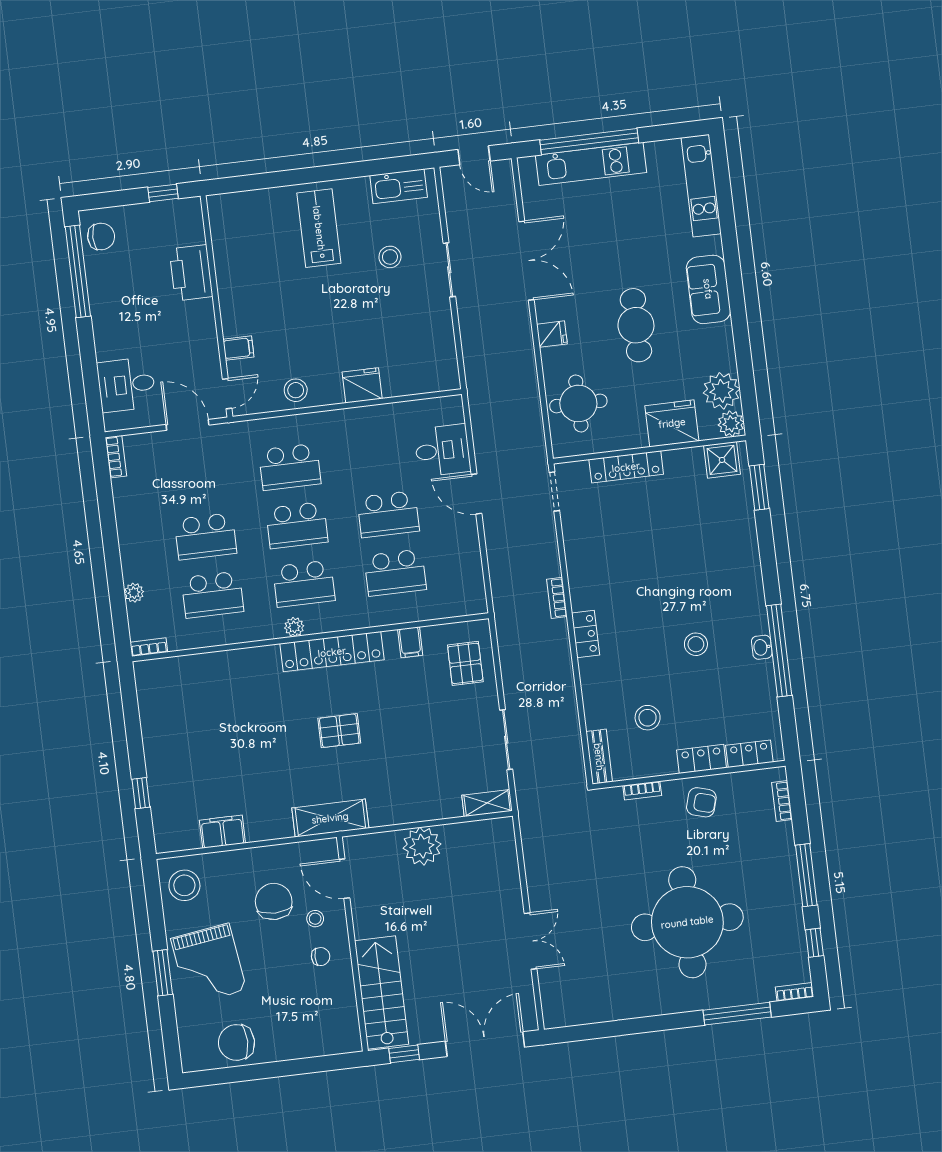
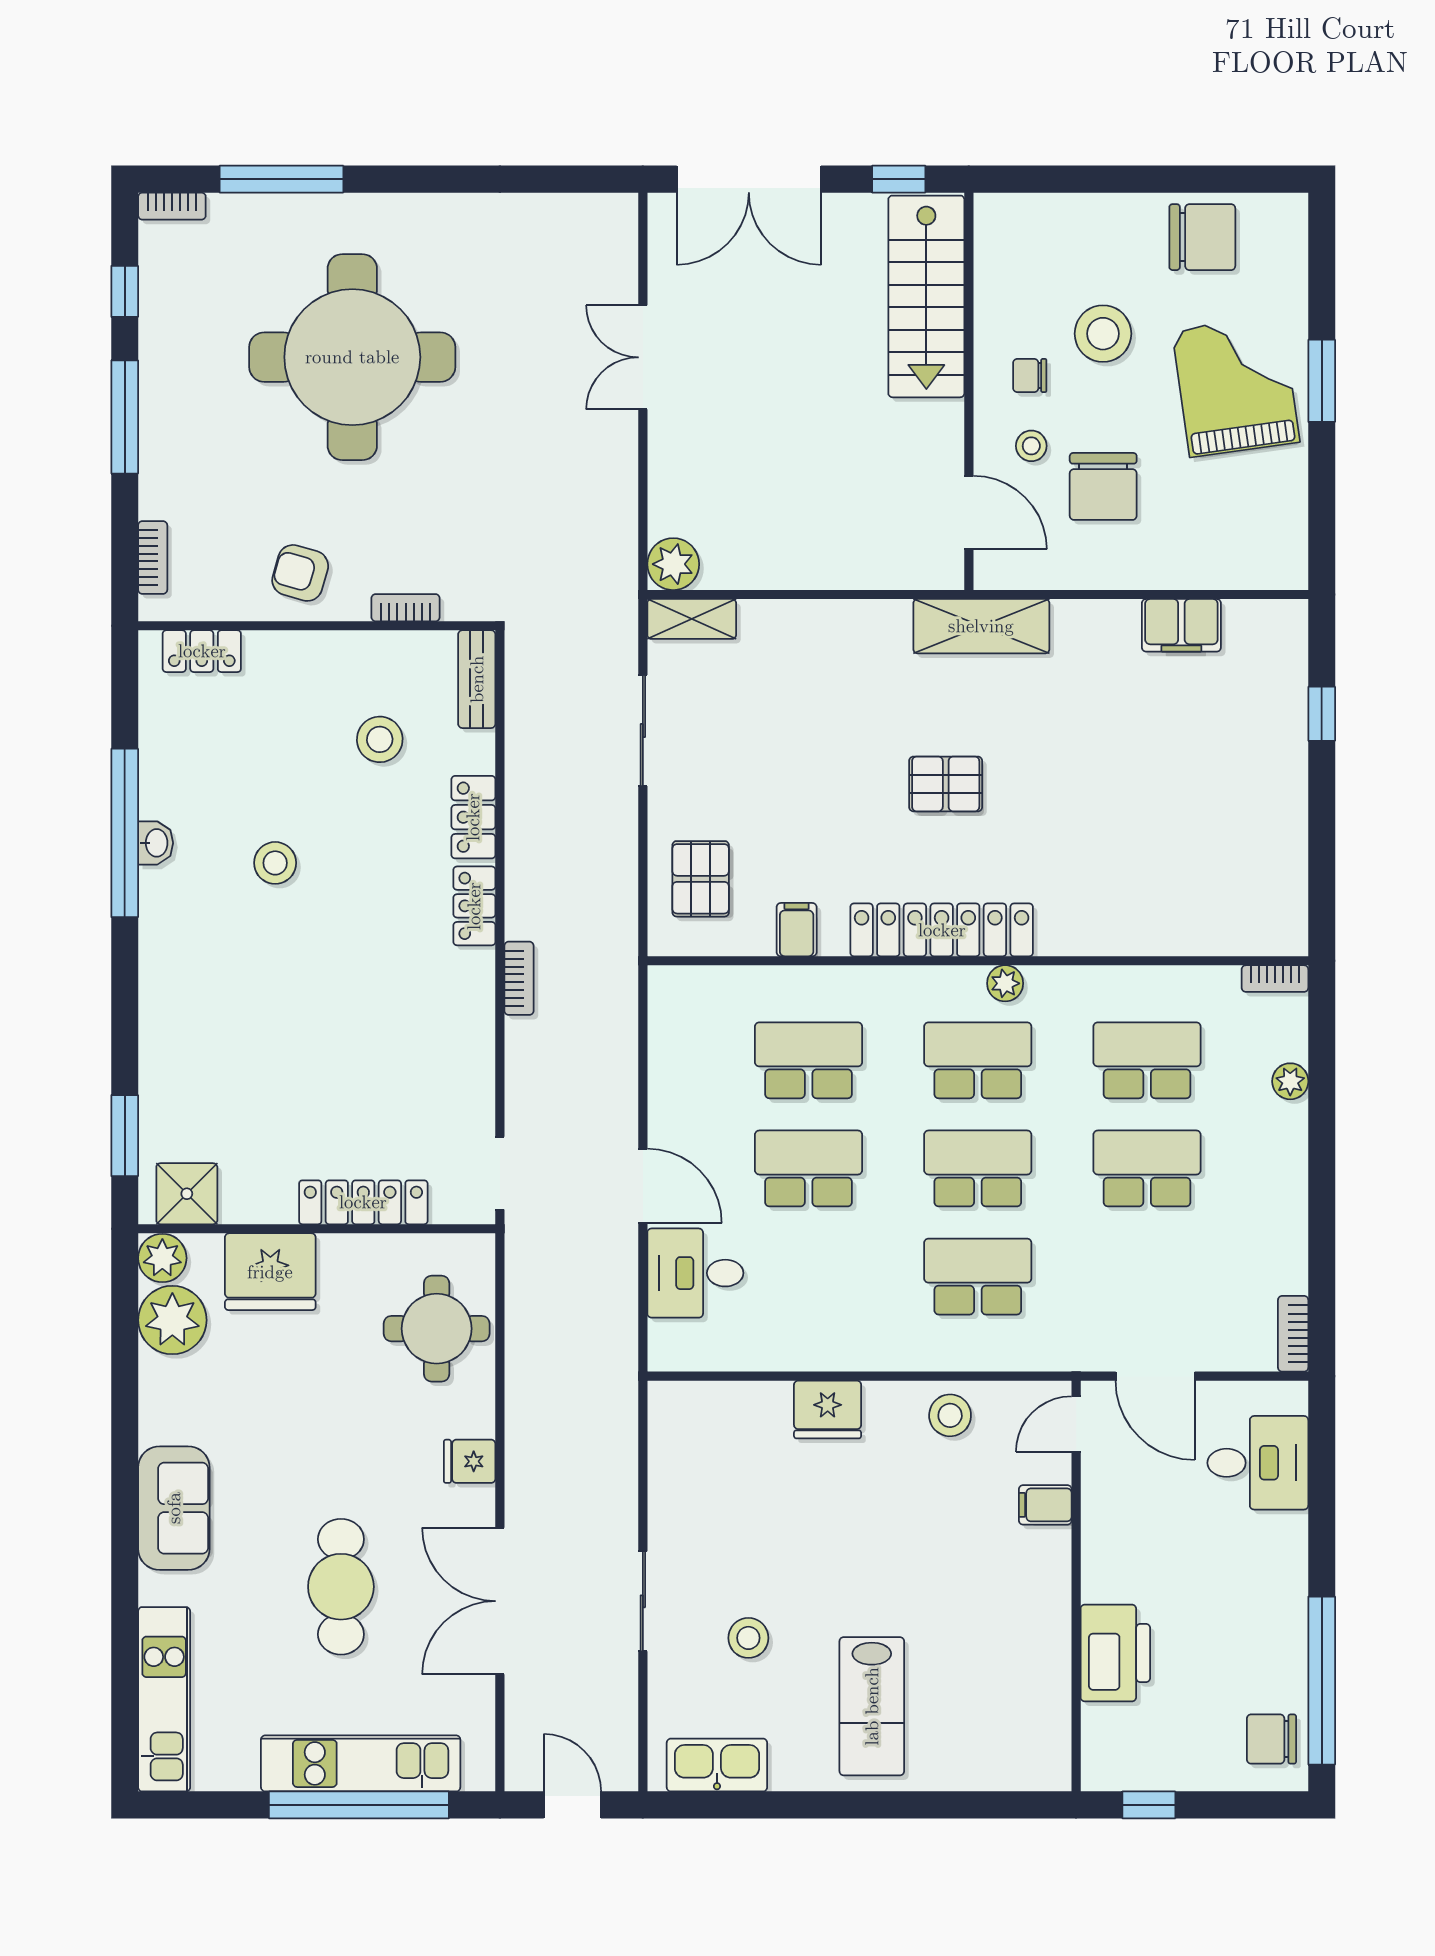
cafe table: (636, 325) -> (341, 1587), moved
locker: (702, 759) -> (473, 817), moved, turned 90
plant: (422, 846) -> (673, 564), moved, width x0.73, depth x0.73
stool: (184, 885) -> (1103, 334), moved

